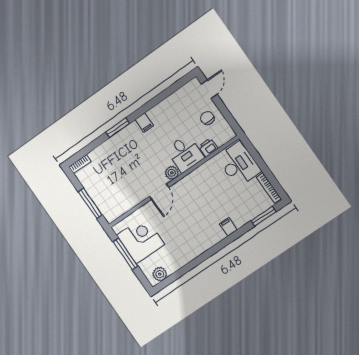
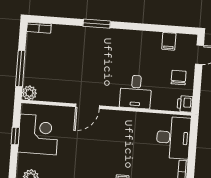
filing cabinet: (144, 123) -> (169, 41), moved
printer: (208, 147) -> (185, 104), moved, turned -90
plant: (172, 173) -> (29, 93), moved
window: (125, 254) -> (15, 136), width x0.46

